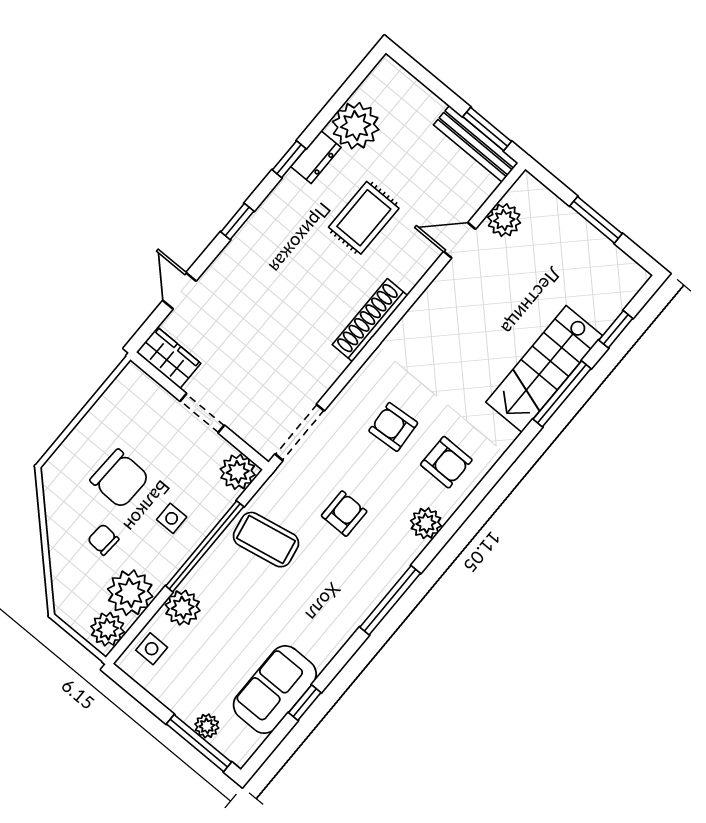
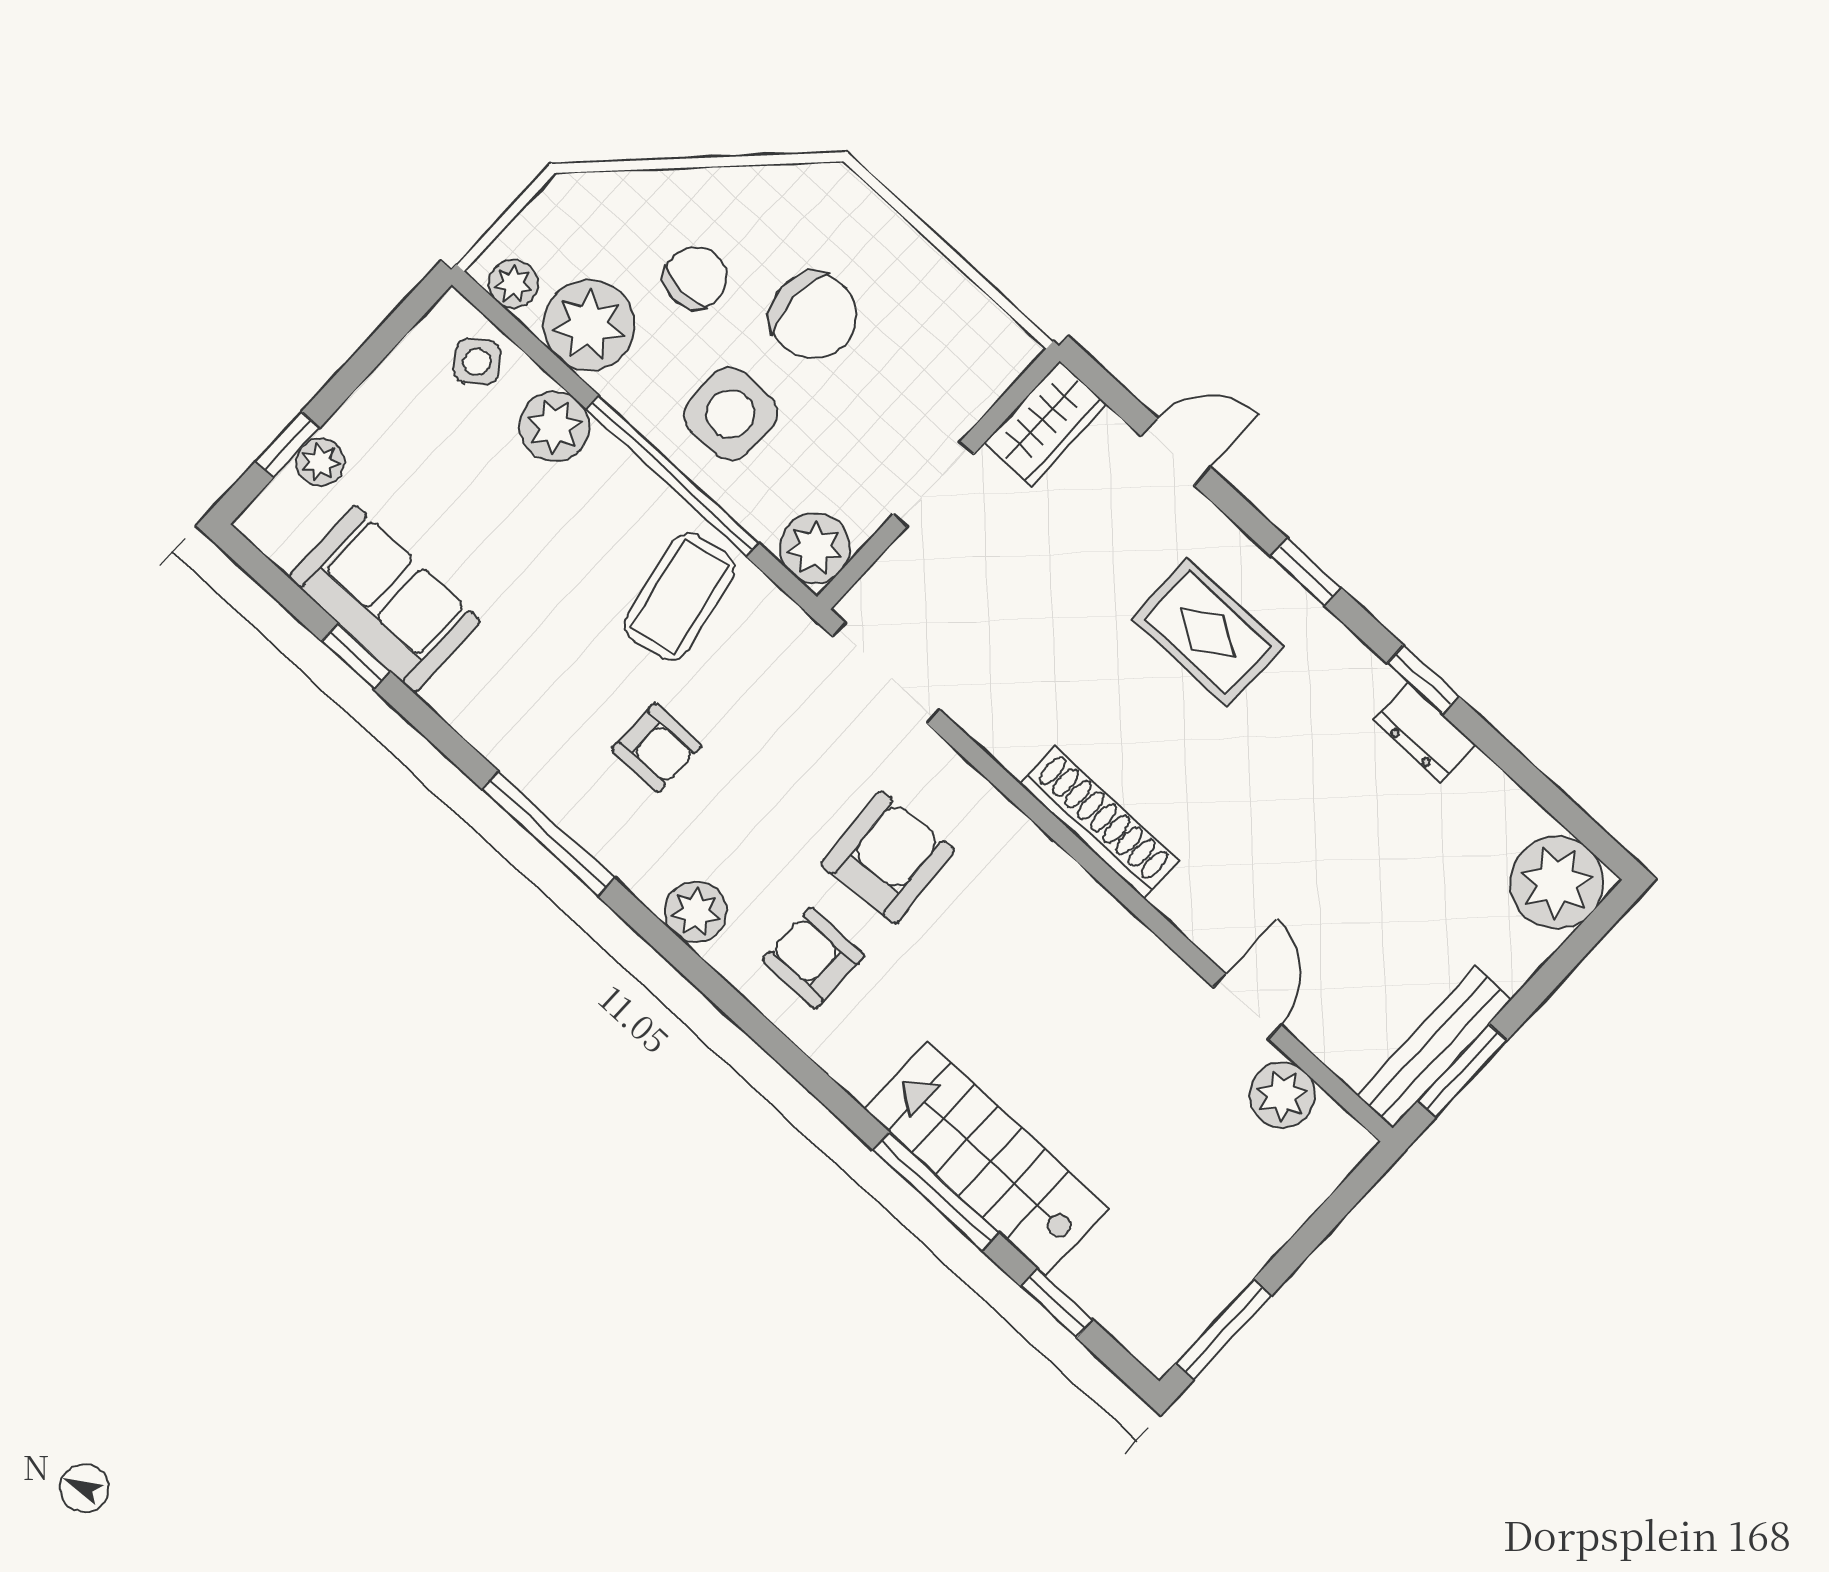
plant: (356, 126) -> (1557, 883), moved
rug: (364, 218) -> (1208, 632), moved
window: (596, 220) -> (1224, 1329), moved
armchair: (393, 427) -> (888, 857), width x1.38, depth x1.38
armchair: (446, 462) -> (813, 958), turned 90
chair: (120, 479) -> (813, 316), turned -92
armchair: (344, 514) -> (656, 747), moved
side table: (172, 518) -> (730, 414), width x1.87, depth x1.87
chair: (103, 540) -> (696, 278), width x1.37, depth x1.37
plant: (108, 629) -> (513, 284), width x0.73, depth x0.73
side table: (152, 649) -> (477, 362), turned -35
window: (199, 743) -> (287, 445), width x0.46

